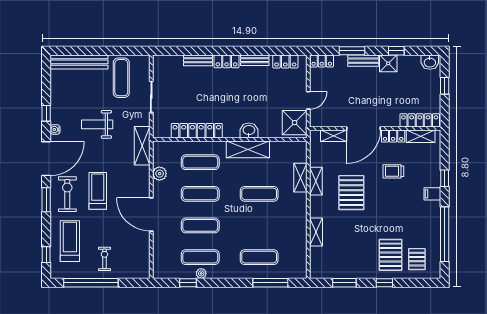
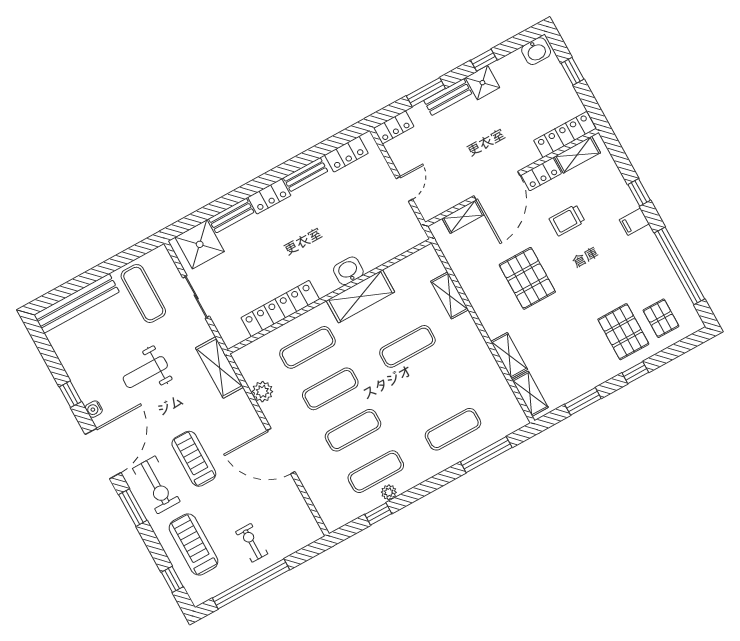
shower: (295, 123) -> (200, 244), moved
shelving: (316, 181) -> (530, 394), moved
exercise bike: (67, 194) -> (156, 485), turned 180

